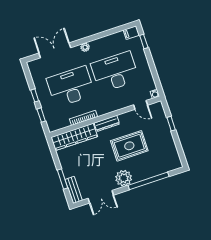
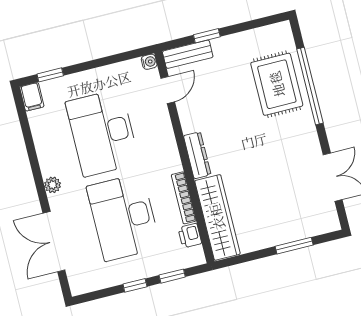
printer: (64, 123) -> (190, 236), added
rug: (129, 146) -> (277, 84), moved
plant: (124, 178) -> (301, 132), removed
bench: (74, 190) -> (188, 54), moved

